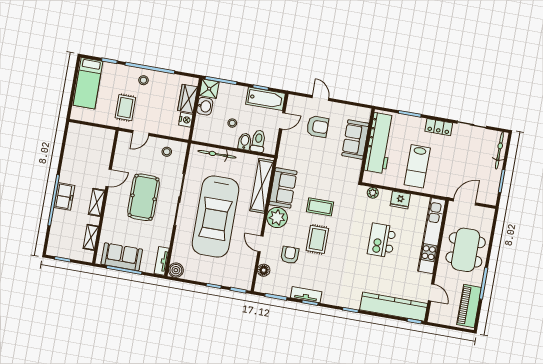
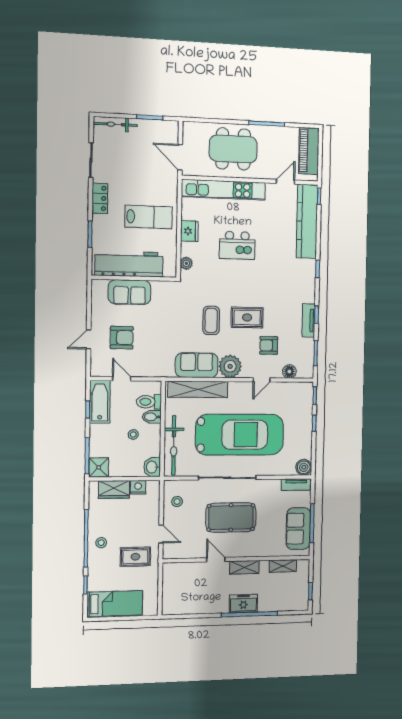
washbasin: (205, 106) -> (152, 467), moved, turned -90
armchair: (318, 127) -> (122, 338), turned 90
bicycle: (217, 154) -> (174, 445), width x1.37, depth x1.40
piano: (469, 306) -> (309, 151), moved, turned 90

